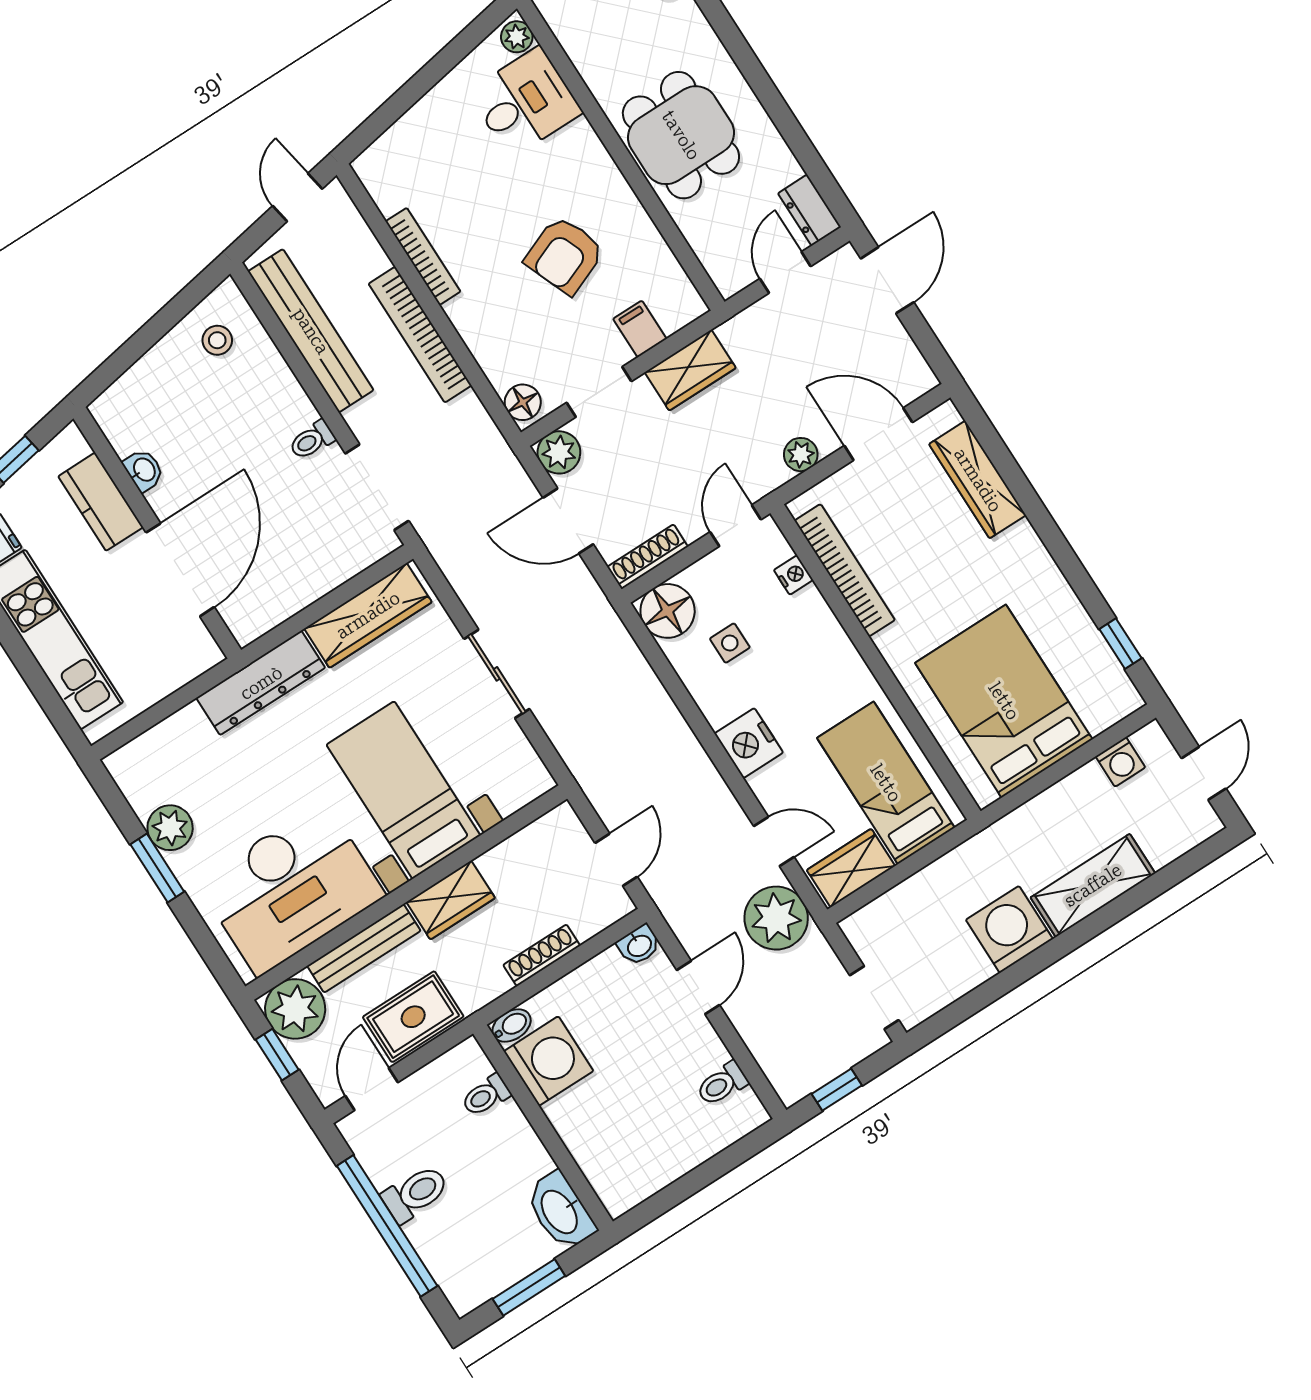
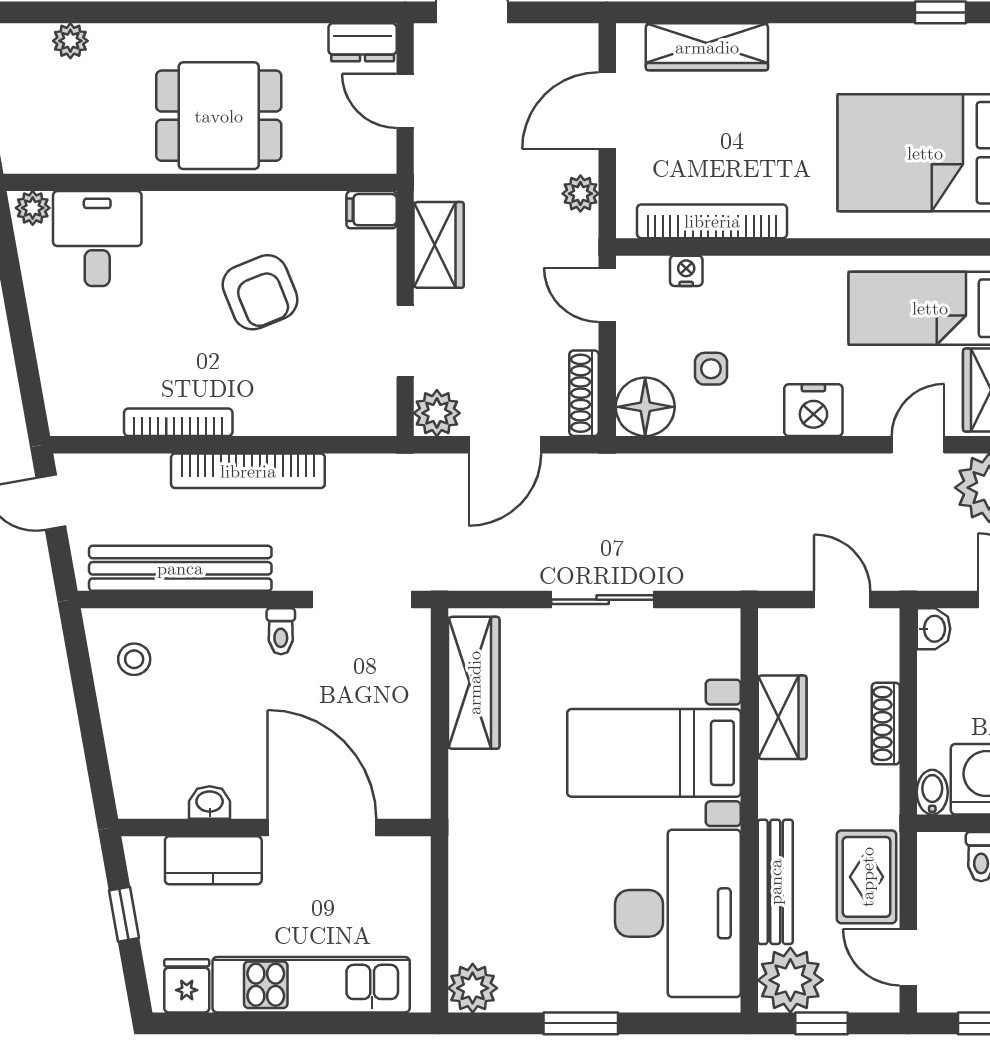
filing cabinet: (640, 329) -> (372, 210), moved
floor lamp: (523, 402) -> (370, 417), removed
dresser: (261, 683) -> (472, 820), removed
plant: (170, 828) -> (473, 988), moved
wardrobe: (451, 900) -> (782, 717), moved

